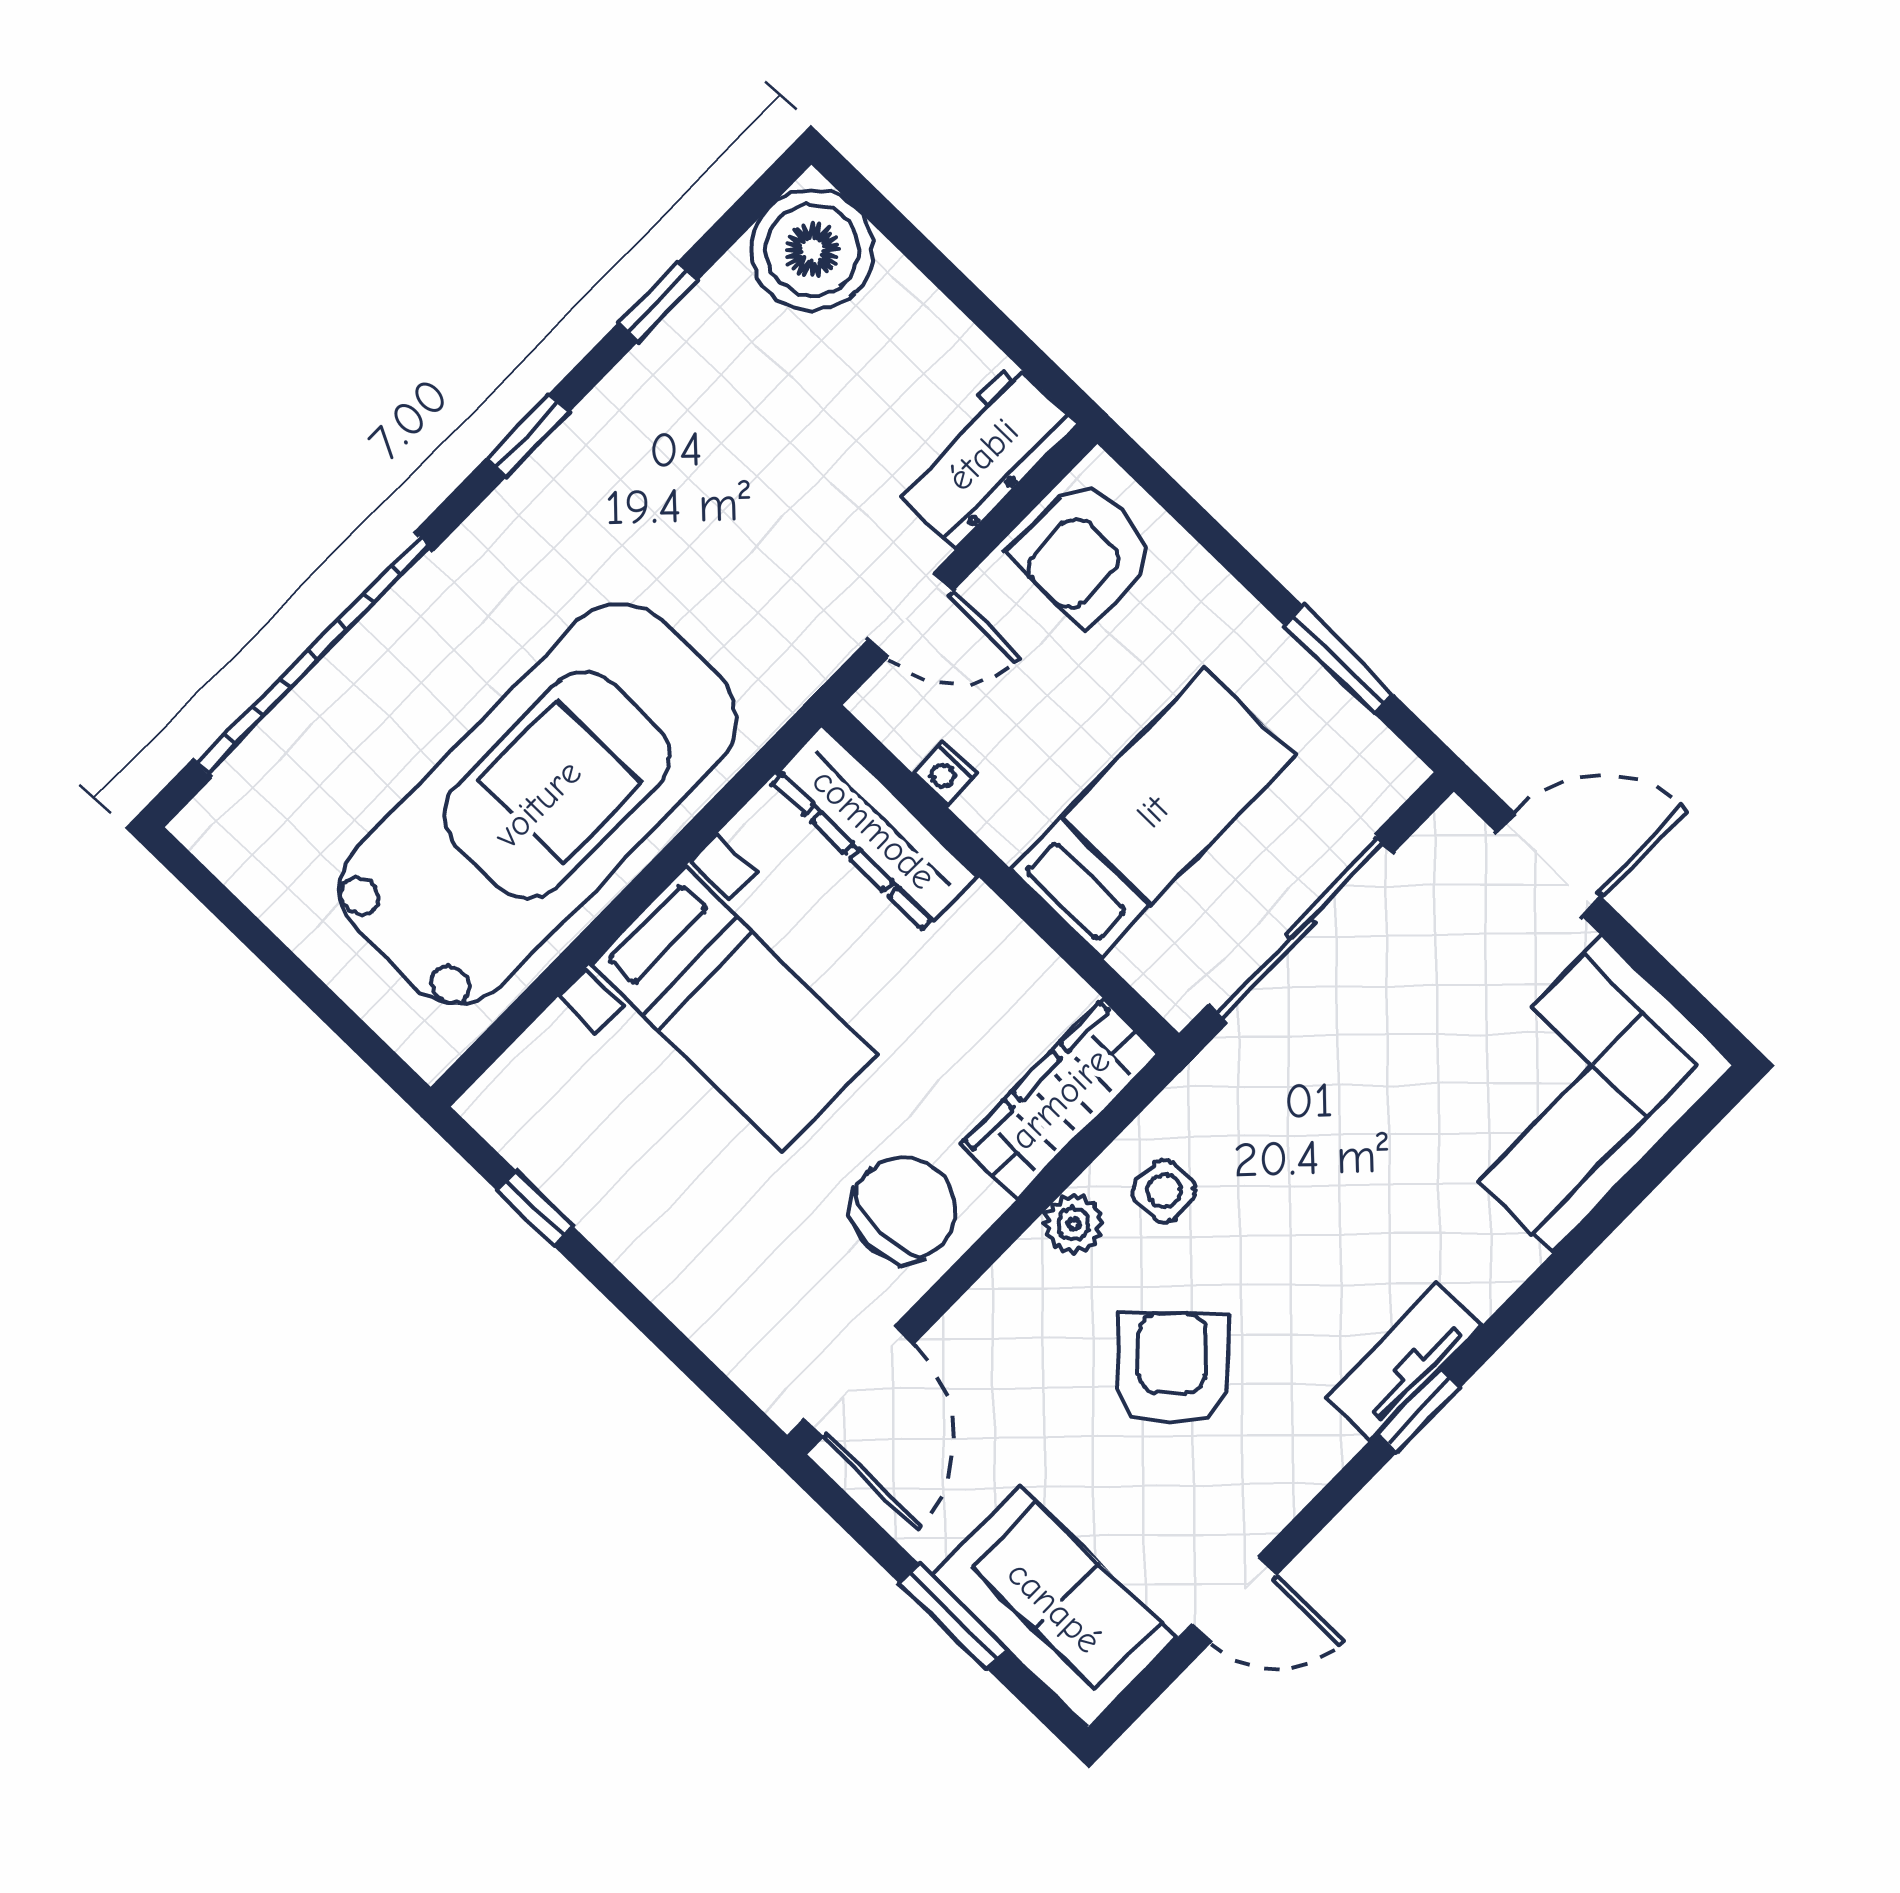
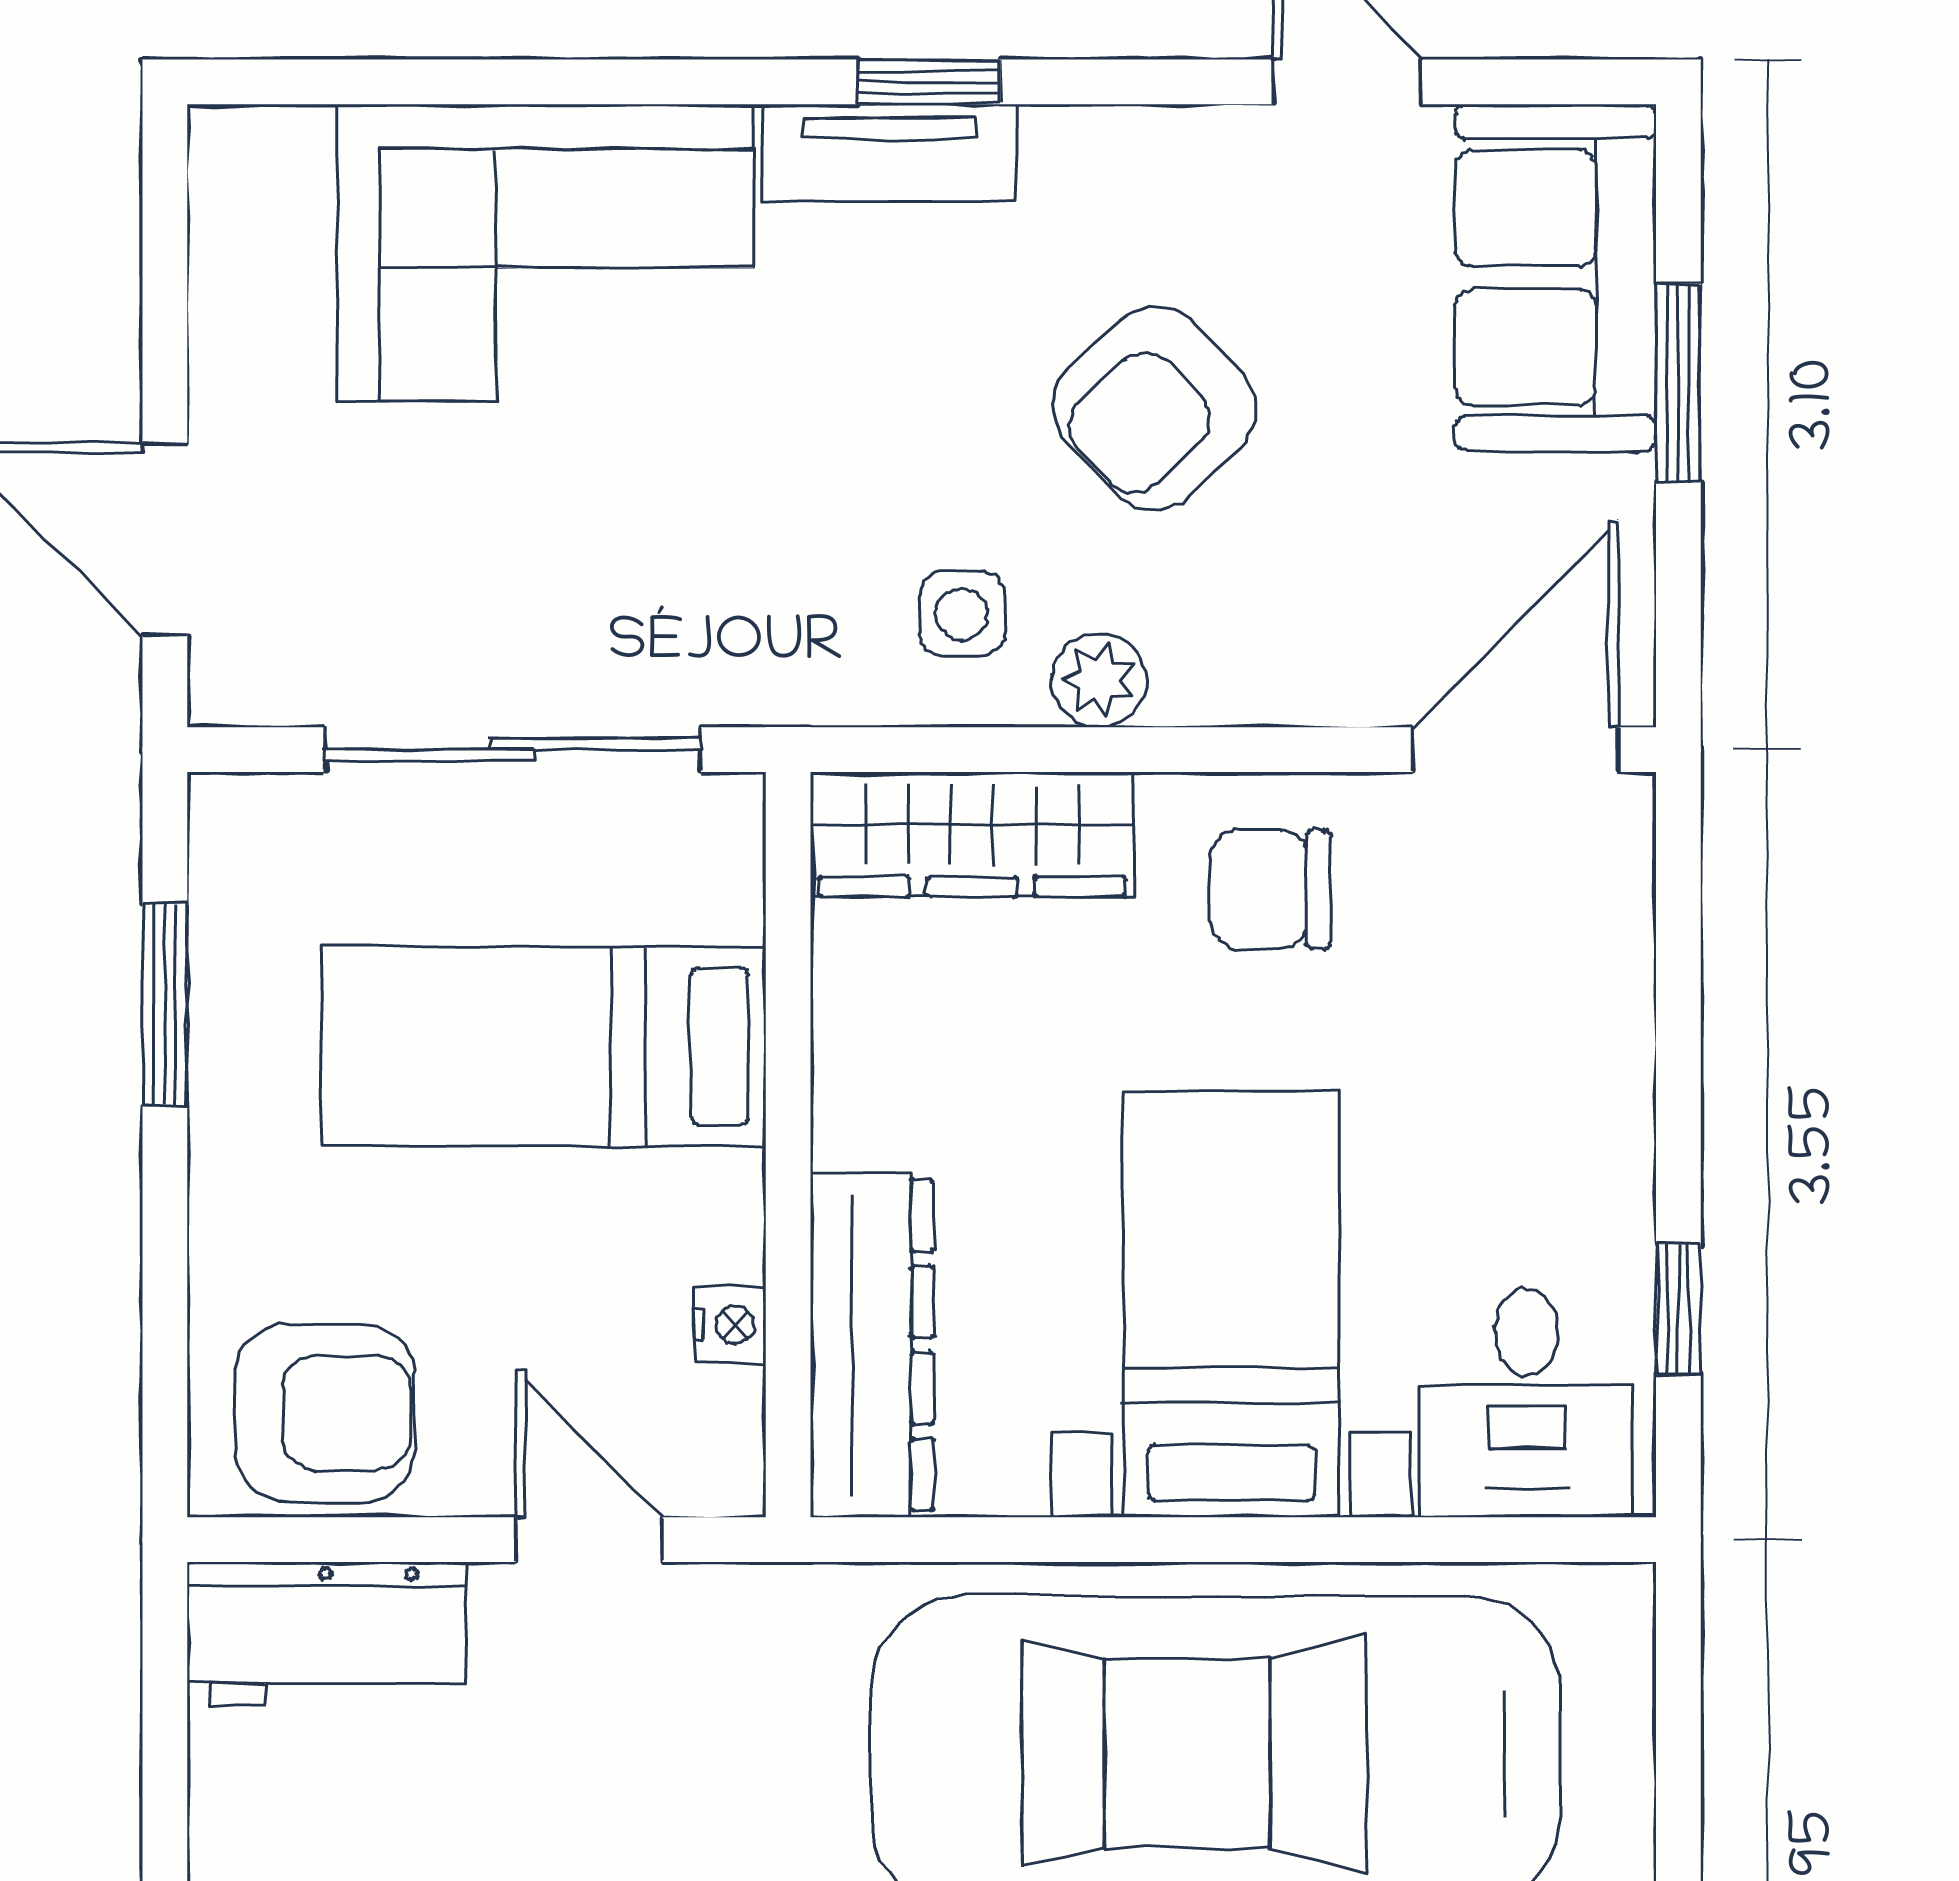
corner sofa: (1577, 1095) -> (545, 252), moved
desk: (559, 1099) -> (1526, 1403), added
chair: (904, 1209) -> (1271, 890), width x0.73, depth x0.73

